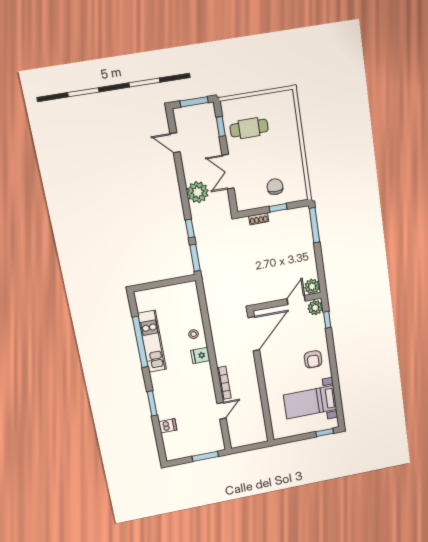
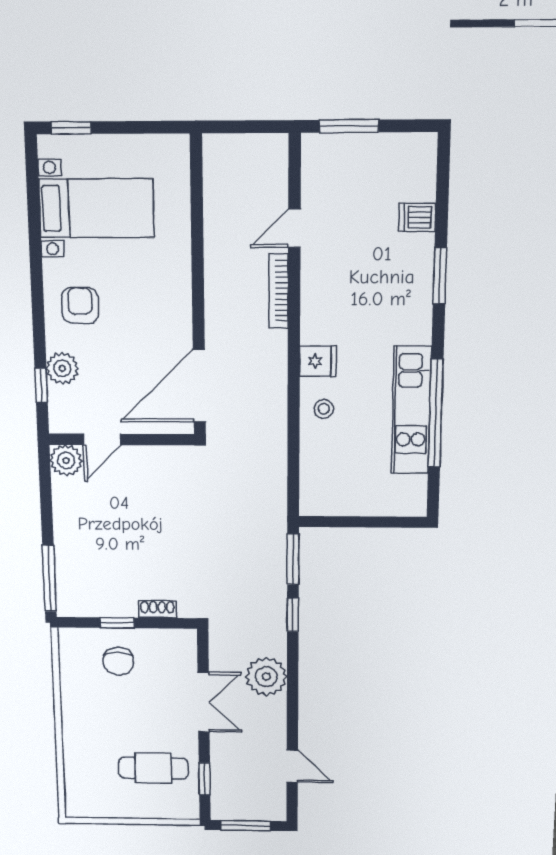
plant: (315, 308) -> (62, 368), moved

